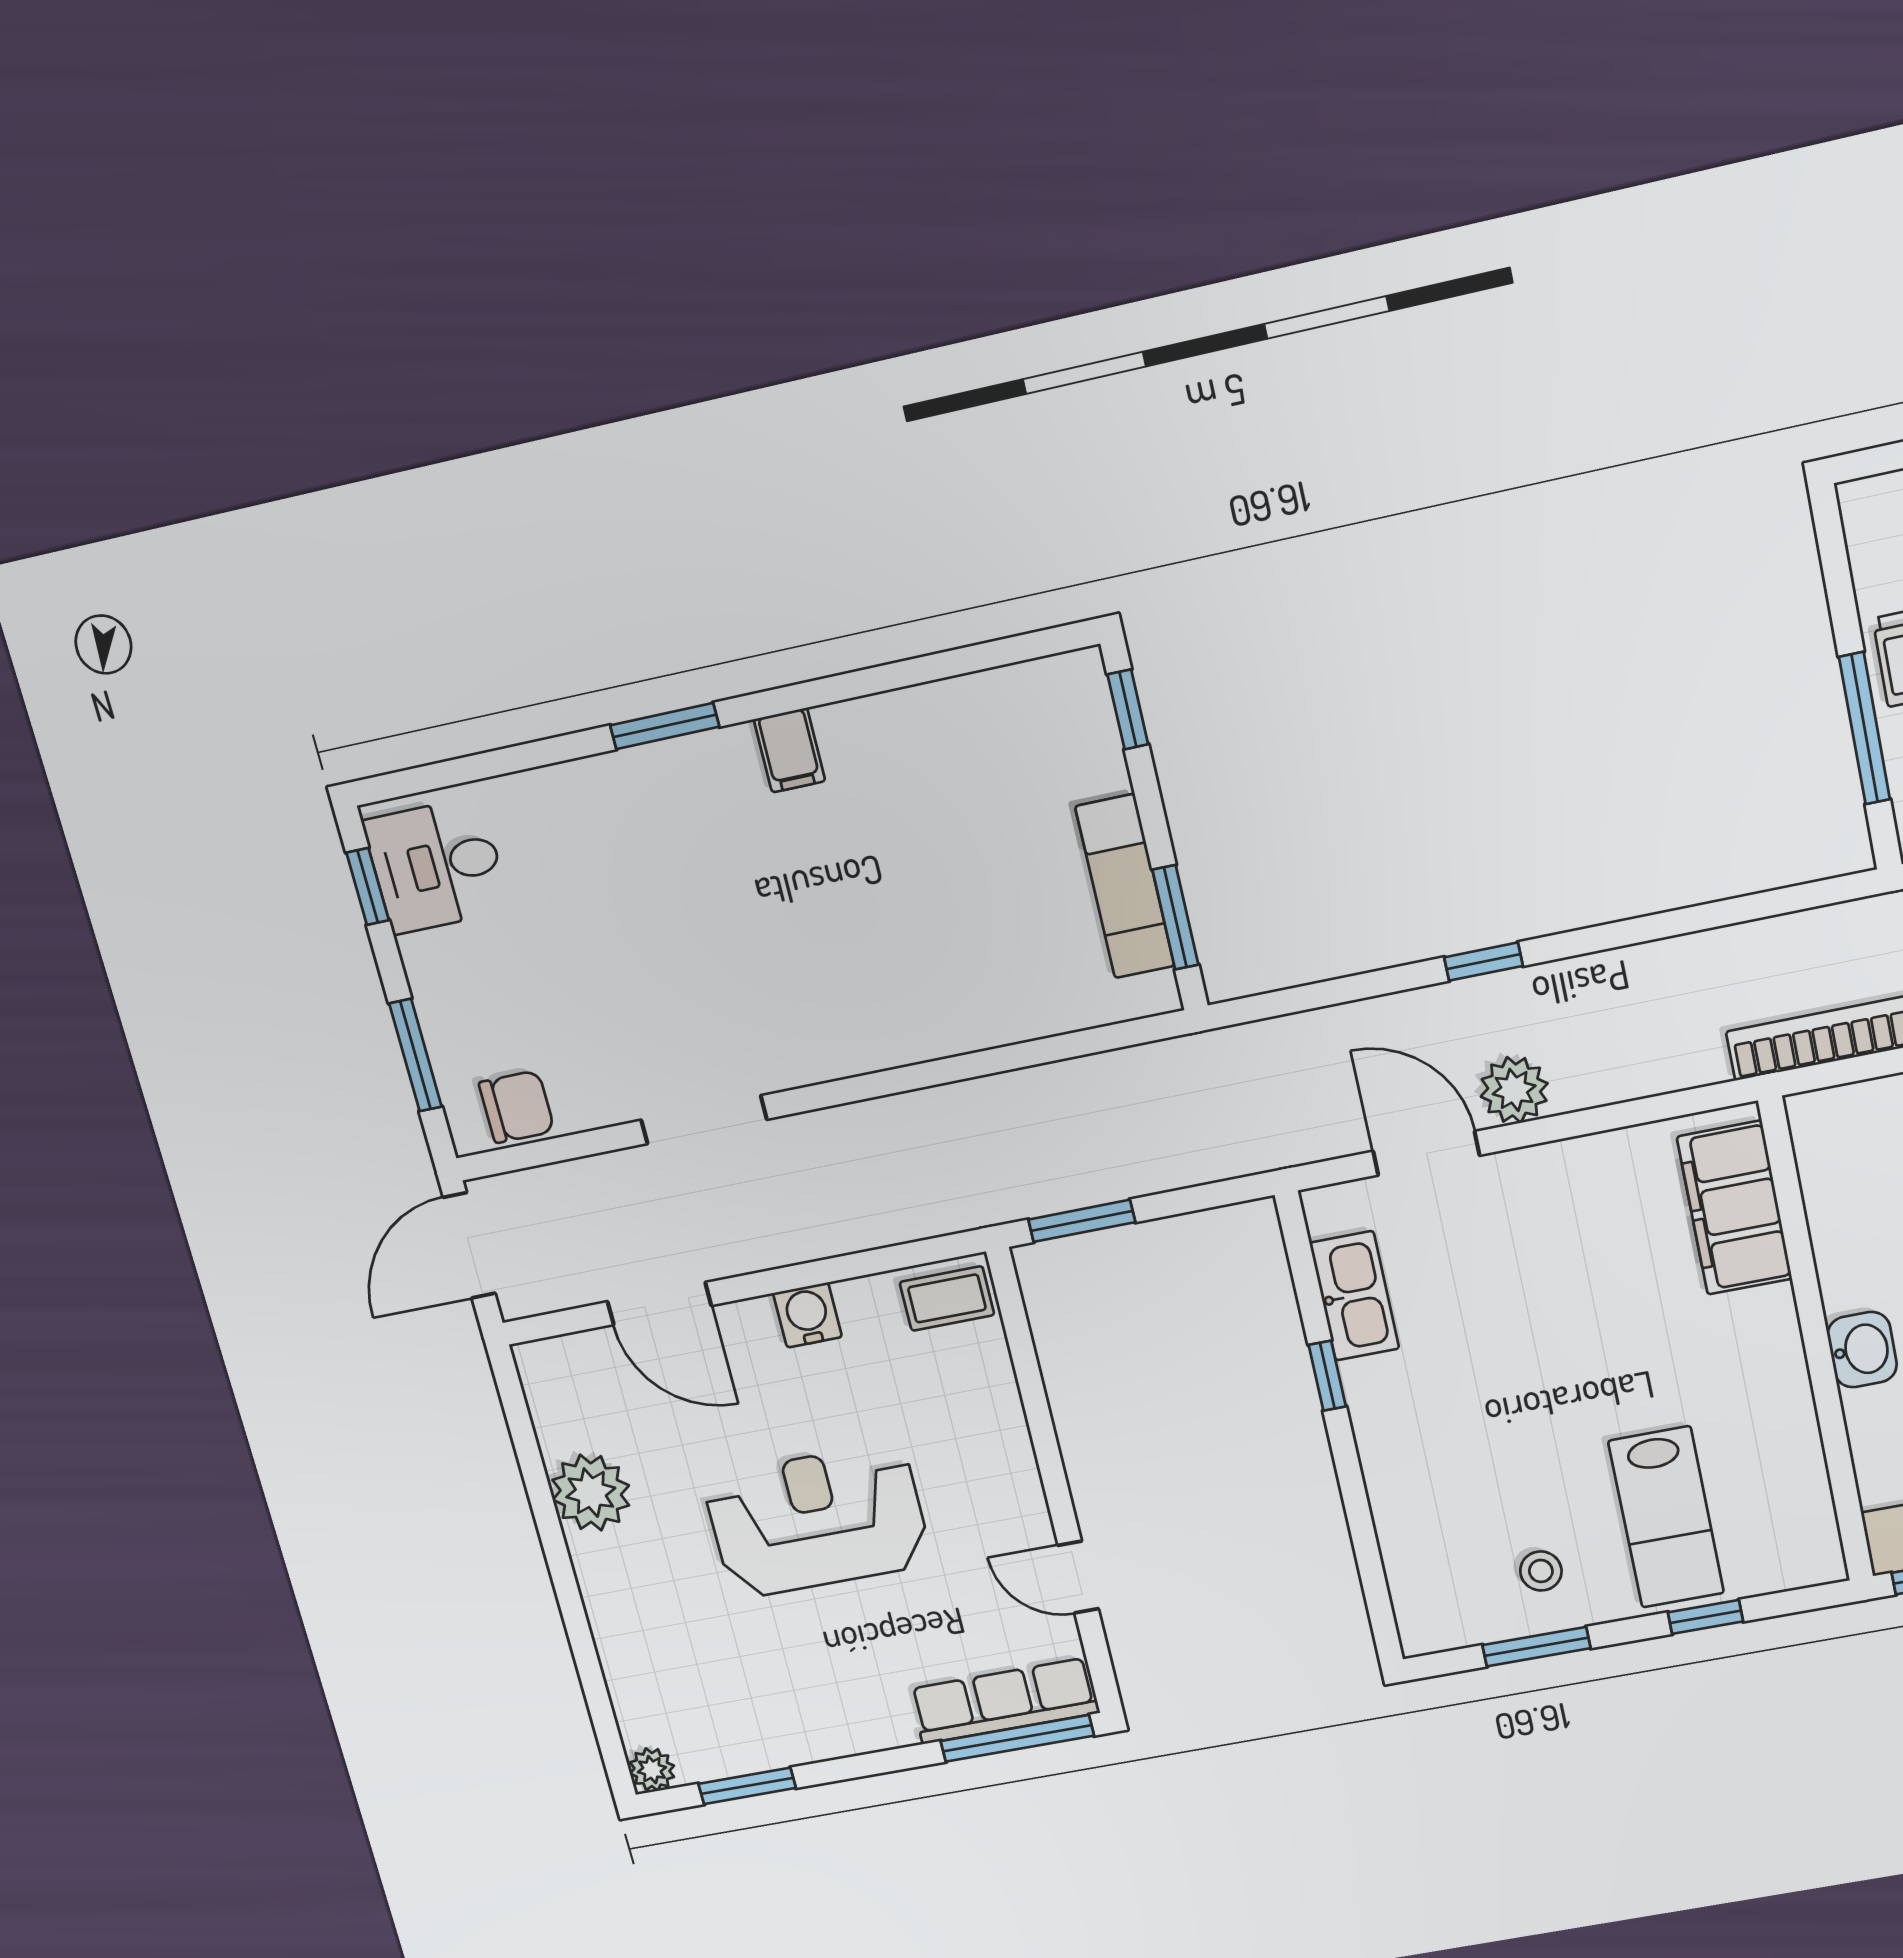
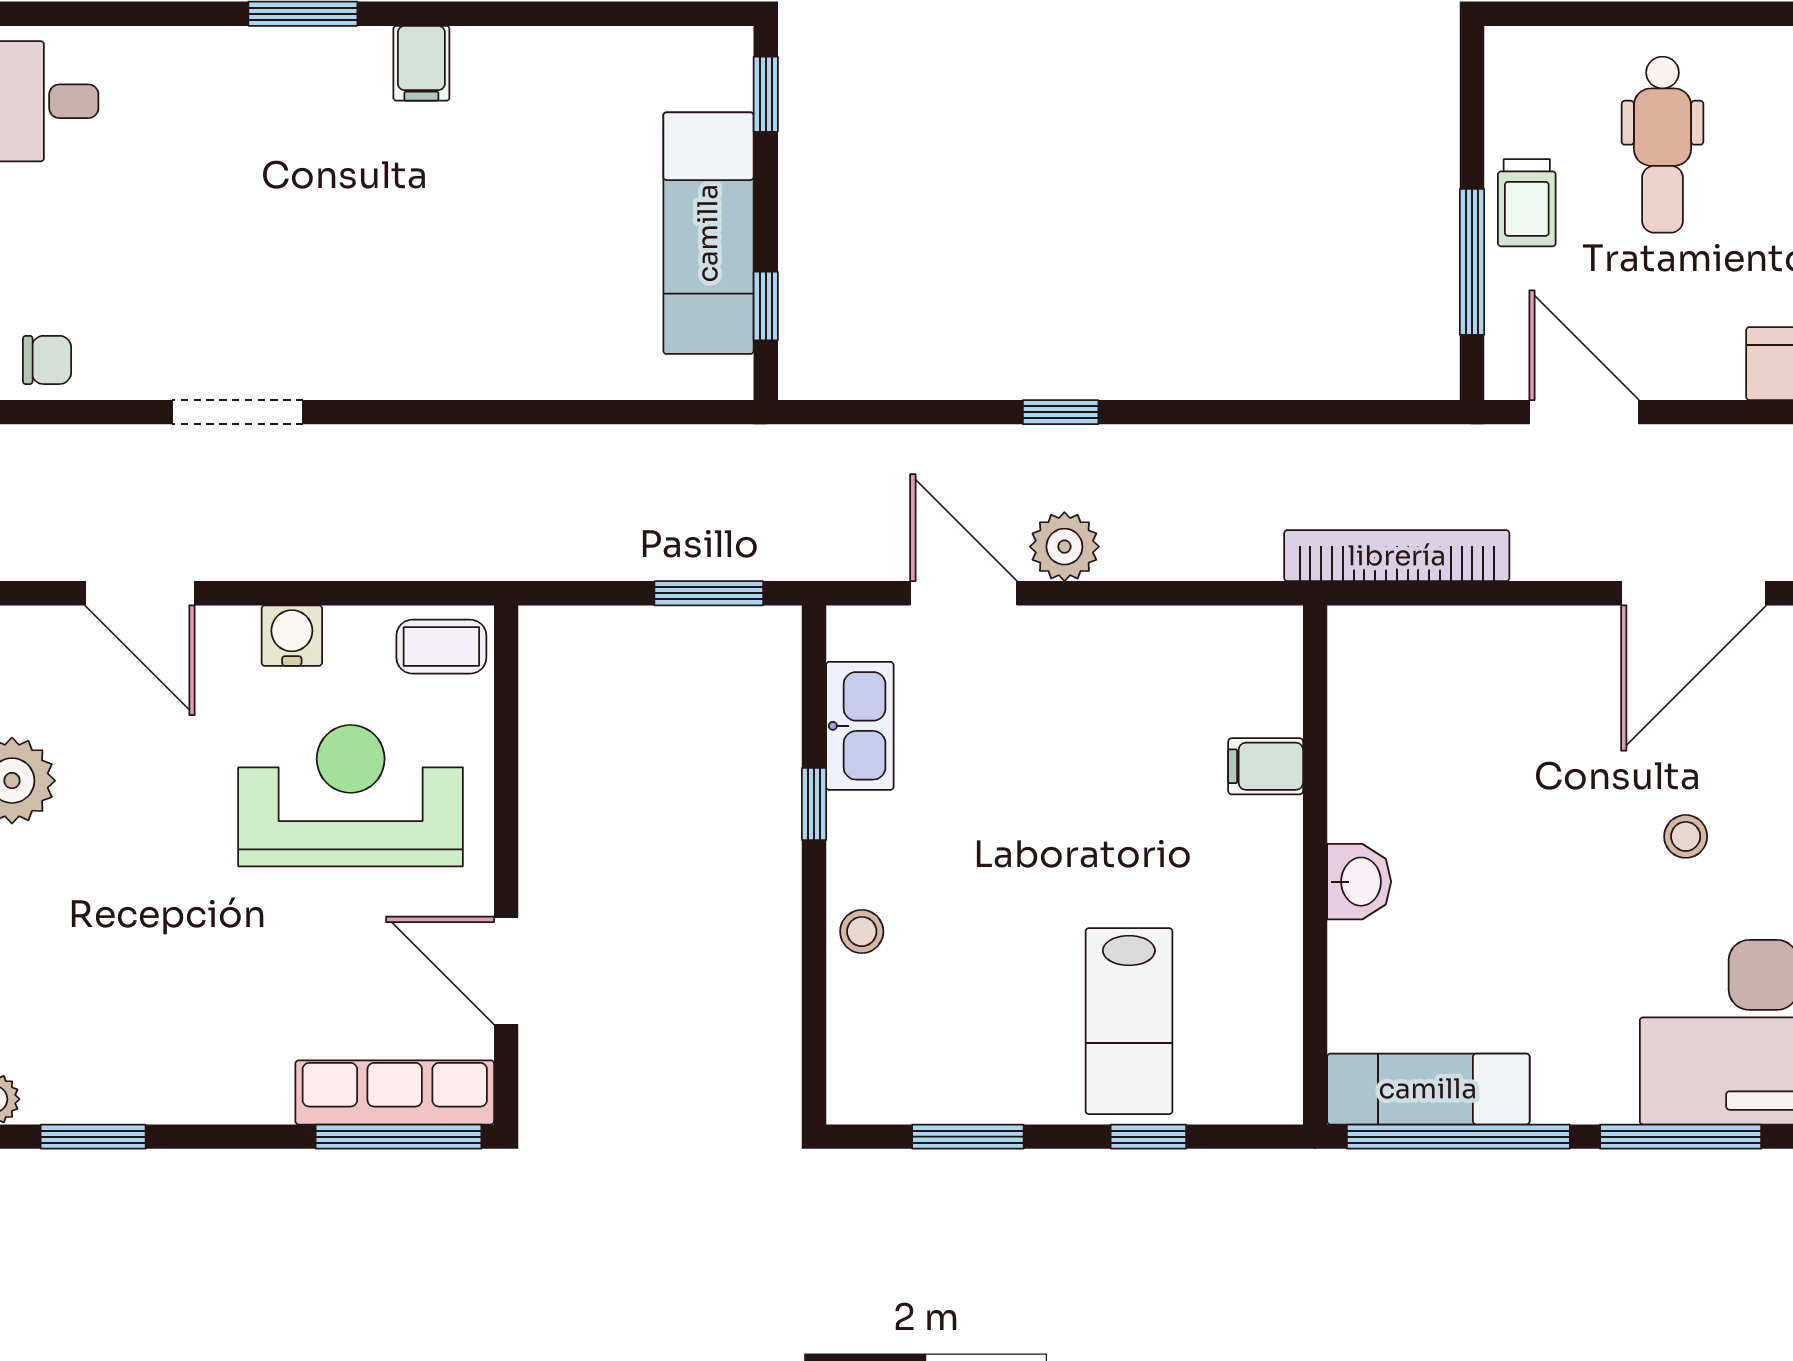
exam couch: (1125, 886) -> (708, 233), width x1.36, depth x1.45
window: (1175, 917) -> (766, 306), width x0.67
chair: (517, 1107) -> (47, 360), width x0.73, depth x0.73
filing cabinet: (1735, 1208) -> (1266, 766), width x0.33, depth x0.86
window: (1082, 1221) -> (709, 593), moved
reception desk: (817, 1521) -> (351, 796), moved
stool: (1541, 1571) -> (862, 932), moved
door: (1078, 1577) -> (506, 971), width x1.38

